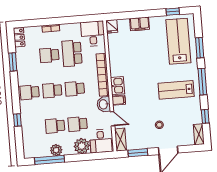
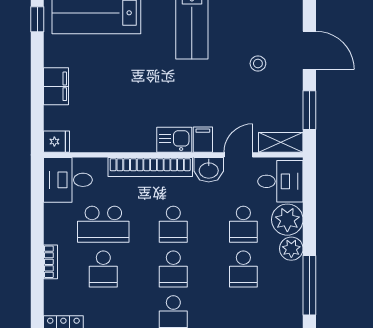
plant: (56, 150) -> (291, 249), moved

